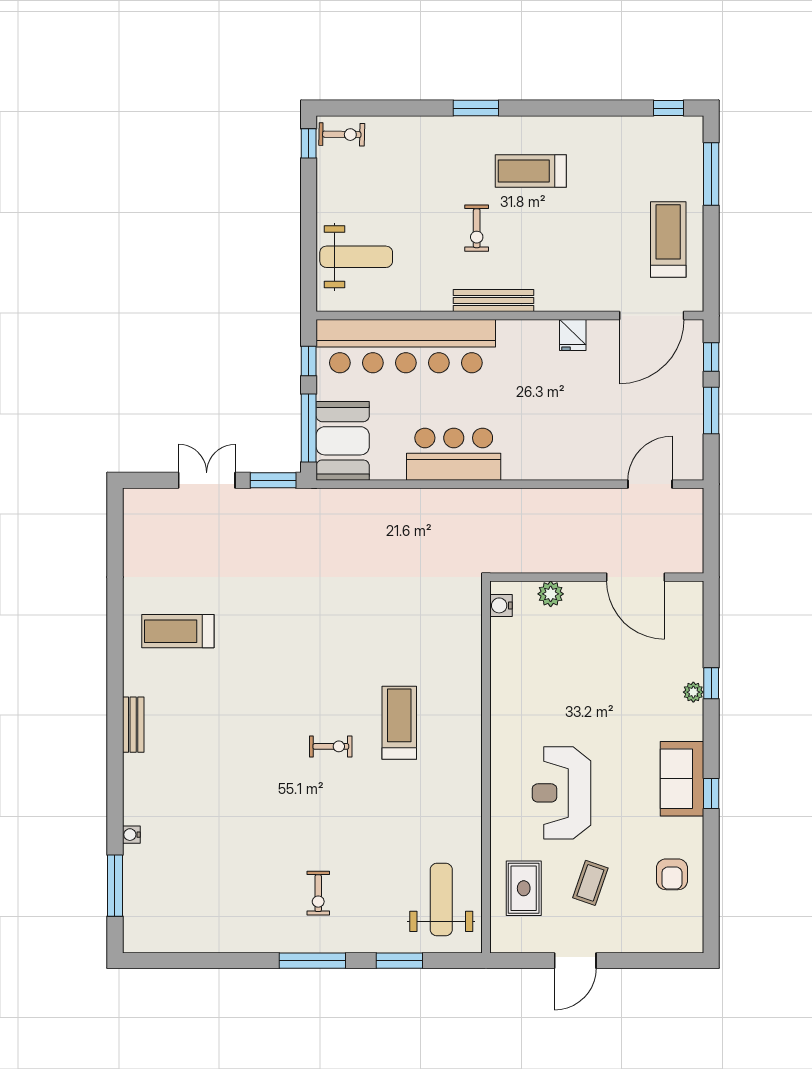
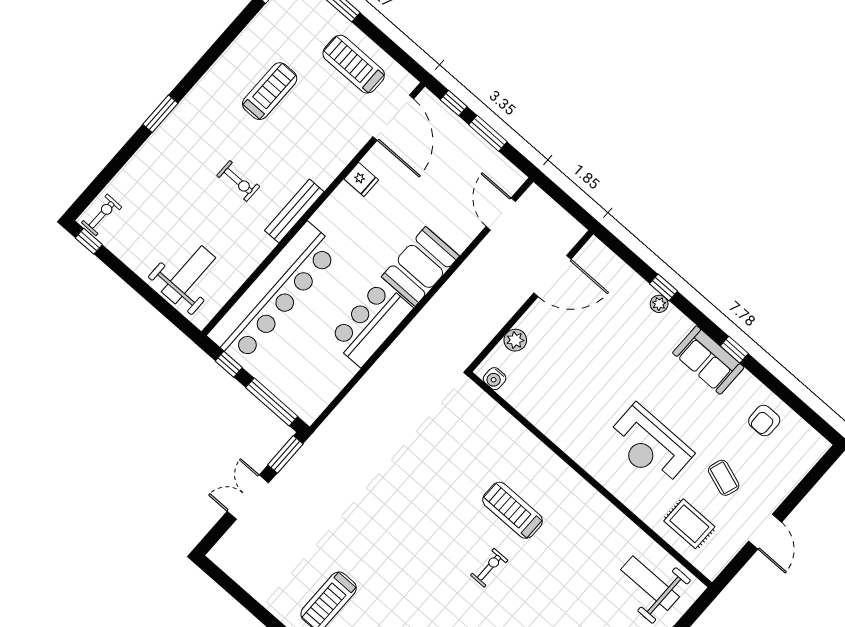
treadmill: (531, 171) -> (270, 91), moved, turned 180
booth: (343, 441) -> (420, 266), moved, turned 90
armchair: (672, 874) -> (764, 421), turned 90

